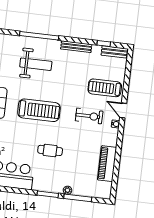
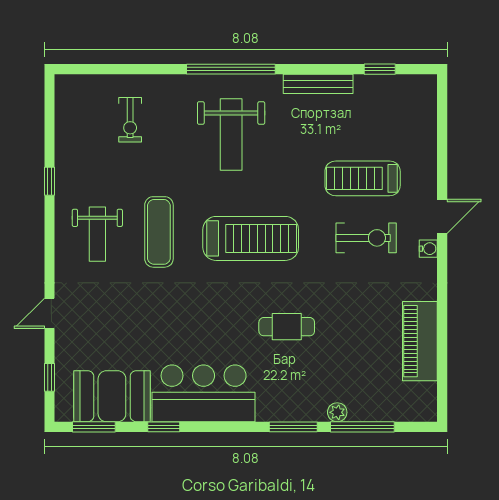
bench: (114, 52) -> (406, 85), removed
weight bench: (36, 64) -> (231, 135), turned 90
treadmill: (105, 88) -> (363, 178), moved
door: (123, 111) -> (442, 216), swing flipped

